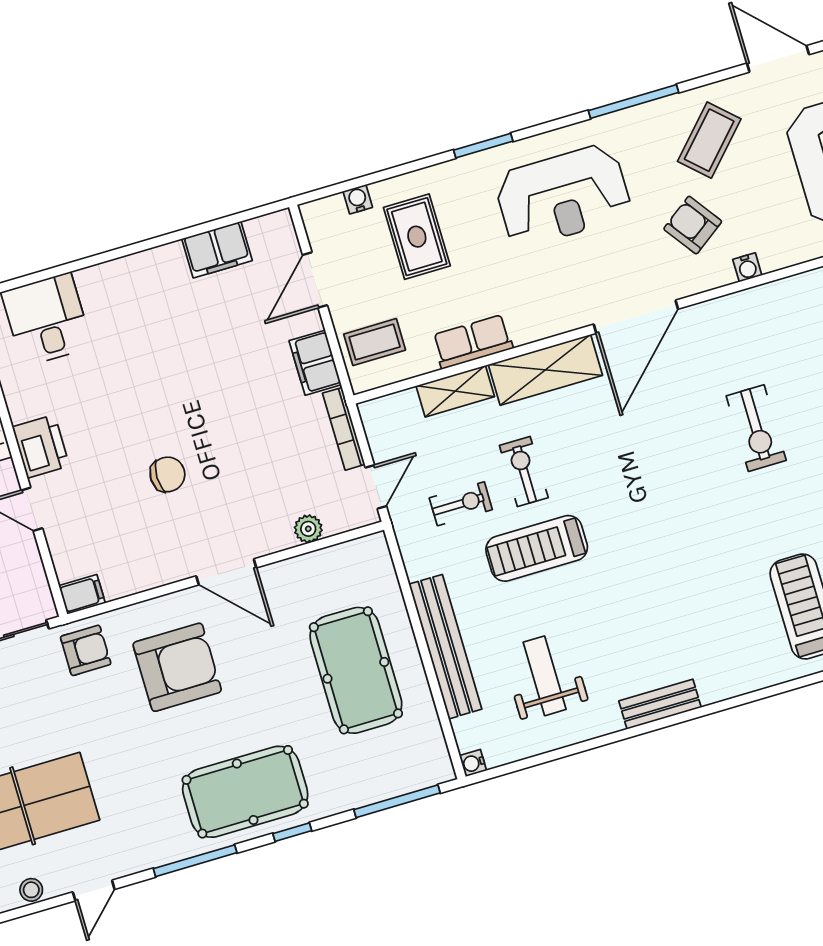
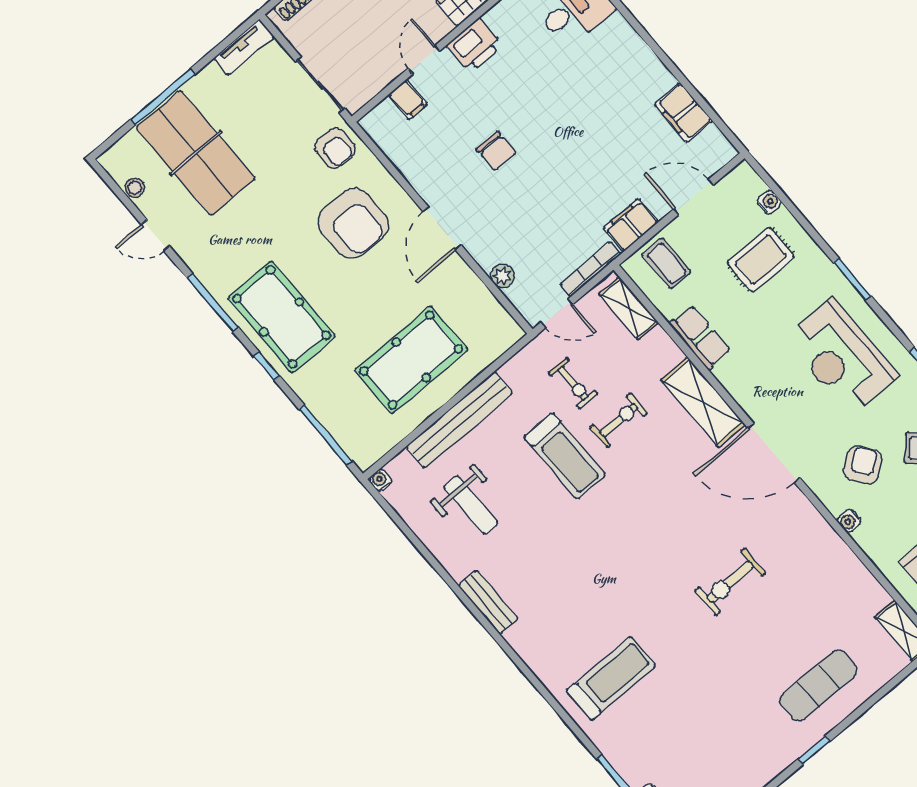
shelving: (455, 391) -> (629, 308), moved
treadmill: (537, 548) -> (565, 456), turned 180
filing cabinet: (82, 594) -> (408, 100), moved
weight bench: (545, 676) -> (471, 505), turned 90

